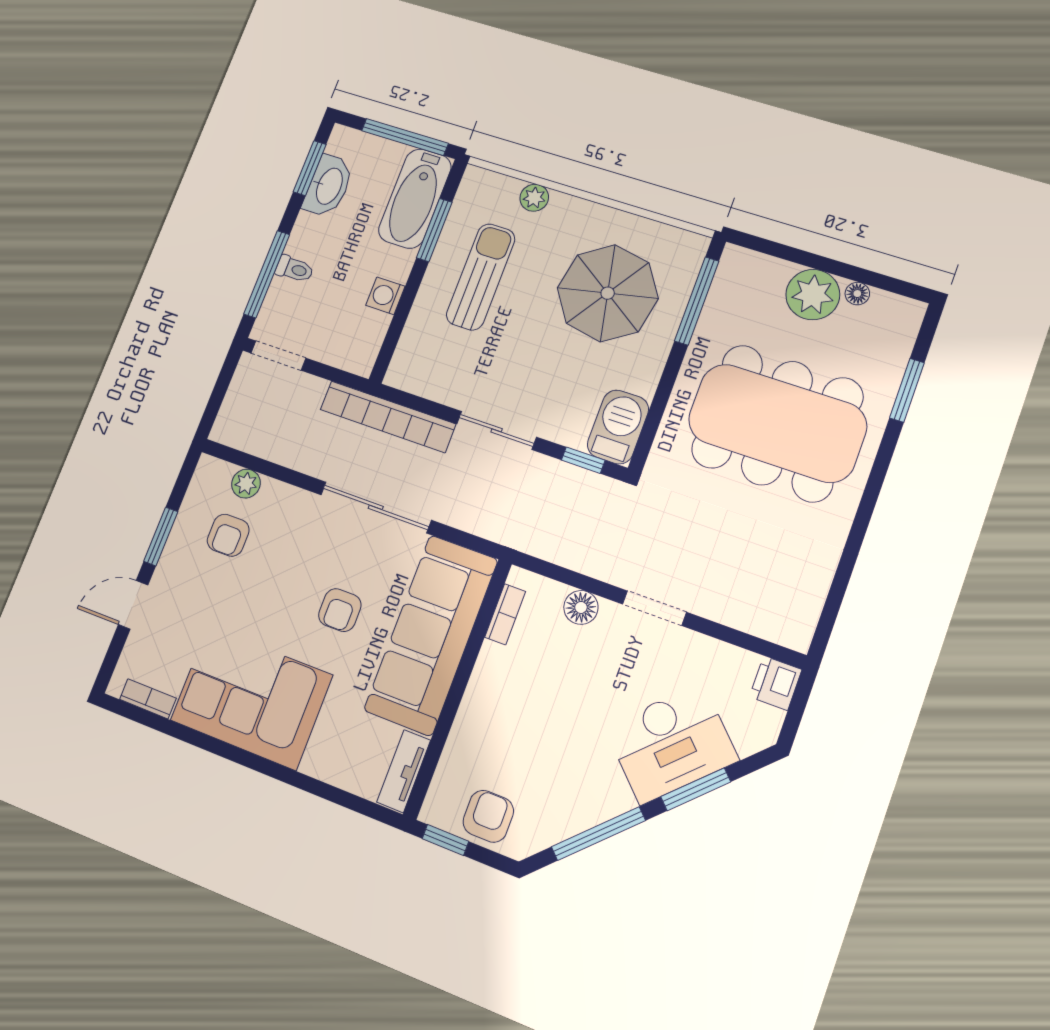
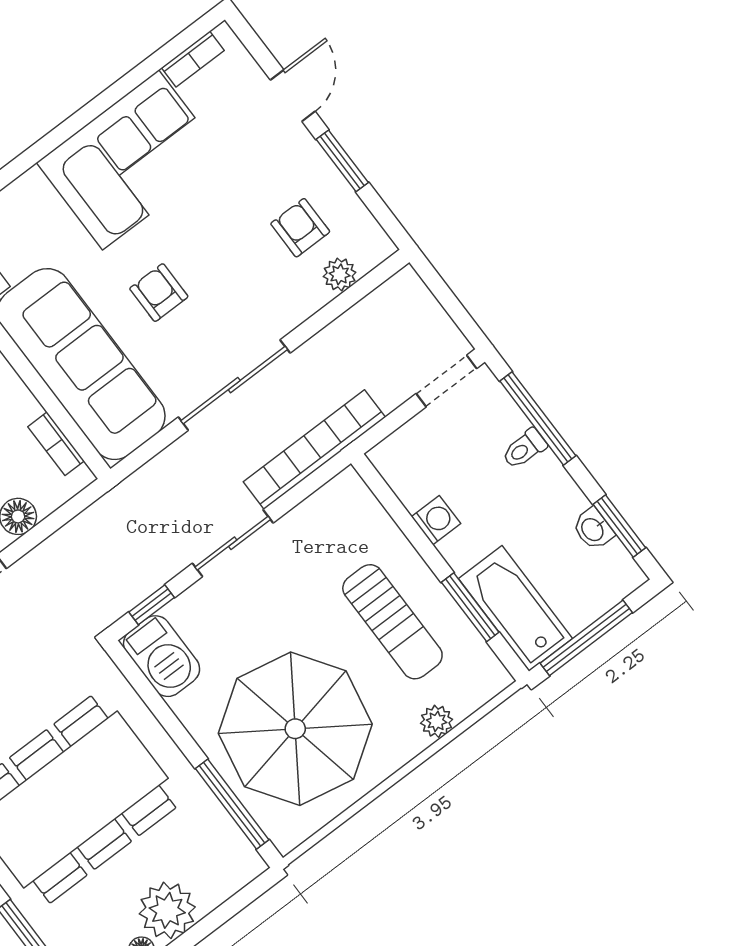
washbasin: (328, 186) -> (593, 529), width x0.52, depth x0.69
parasol: (608, 293) -> (295, 729), width x1.36, depth x1.36

